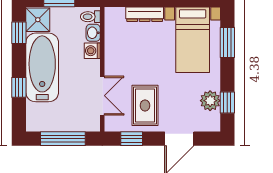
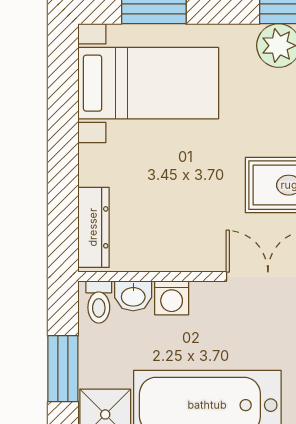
dresser: (145, 14) -> (93, 227), moved

